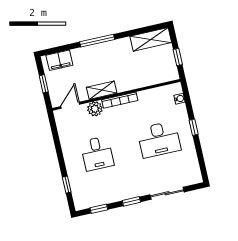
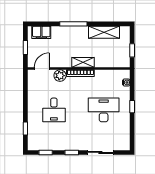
shelving: (151, 39) -> (104, 32), moved
shelving: (102, 90) -> (83, 62), moved
desk: (159, 139) -> (104, 110), turned 180

